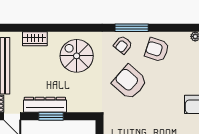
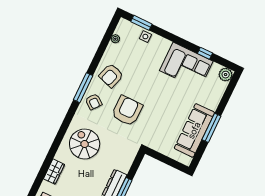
spiral stairs: (77, 56) -> (85, 144), turned 90
armchair: (130, 82) -> (127, 111), turned 139

